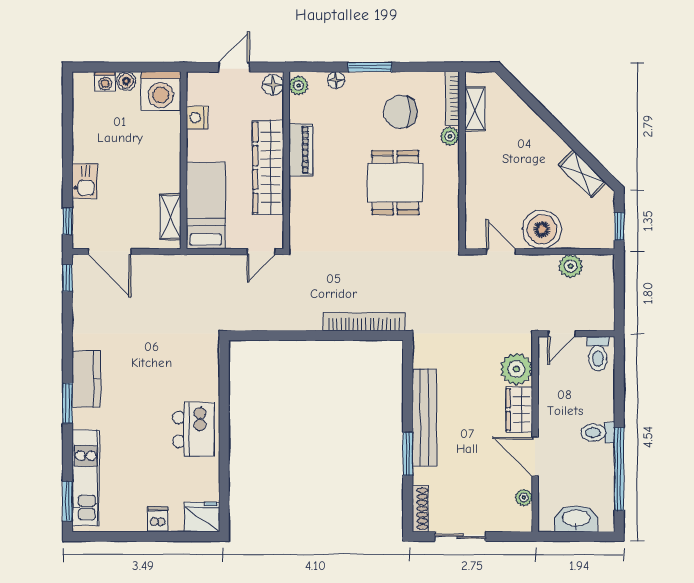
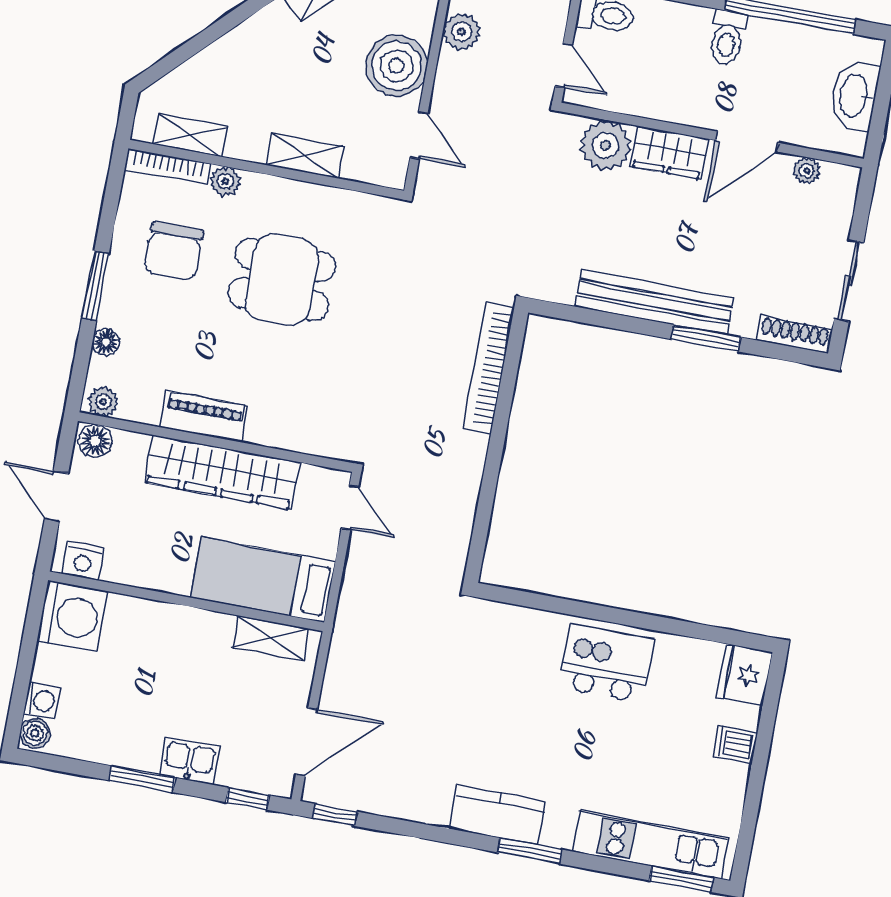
boiler: (126, 81) -> (35, 733), moved
nightstand: (197, 118) -> (83, 561), moved
window: (68, 153) -> (142, 779), added
shelving: (475, 183) -> (305, 155), added
door: (501, 252) -> (419, 135), swing flipped

